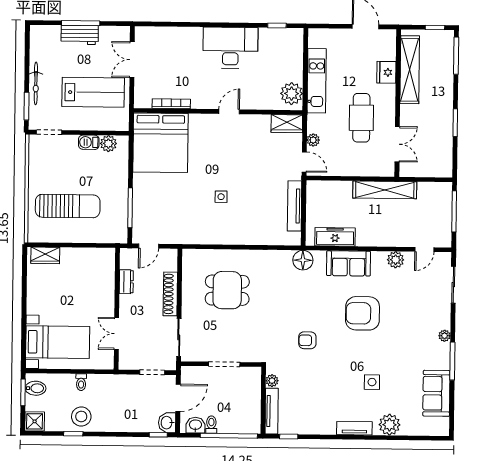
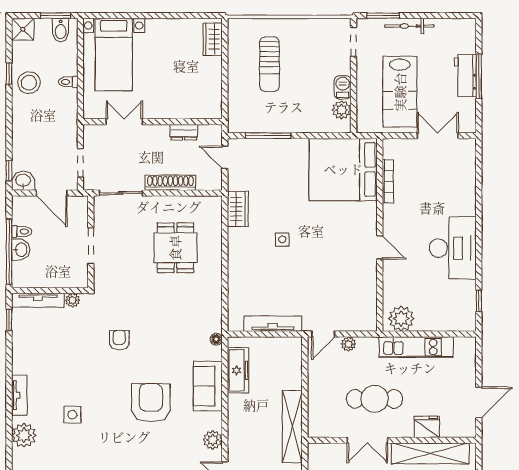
wardrobe: (287, 124) -> (238, 209), moved, turned 180
double door: (397, 144) -> (367, 440), moved
sun lounger: (68, 206) -> (269, 64), width x0.73, depth x0.75
floor lamp: (303, 260) -> (216, 339), width x0.53, depth x0.53
washbasin: (195, 425) -> (21, 250), moved

